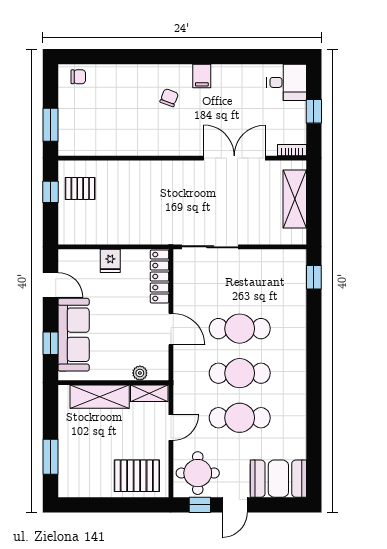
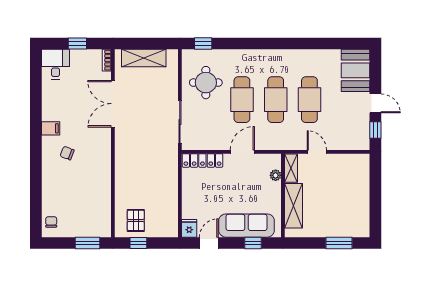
fridge: (110, 261) -> (189, 228), moved, turned -90
round table: (198, 473) -> (206, 83), moved
pallet: (137, 476) -> (353, 178), removed

